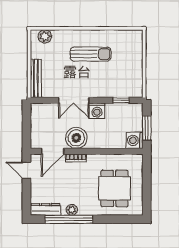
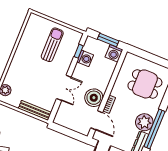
sun lounger: (91, 54) -> (52, 45), moved
washing machine: (97, 111) -> (85, 58), moved
plant: (72, 210) -> (144, 122), width x1.87, depth x1.87

